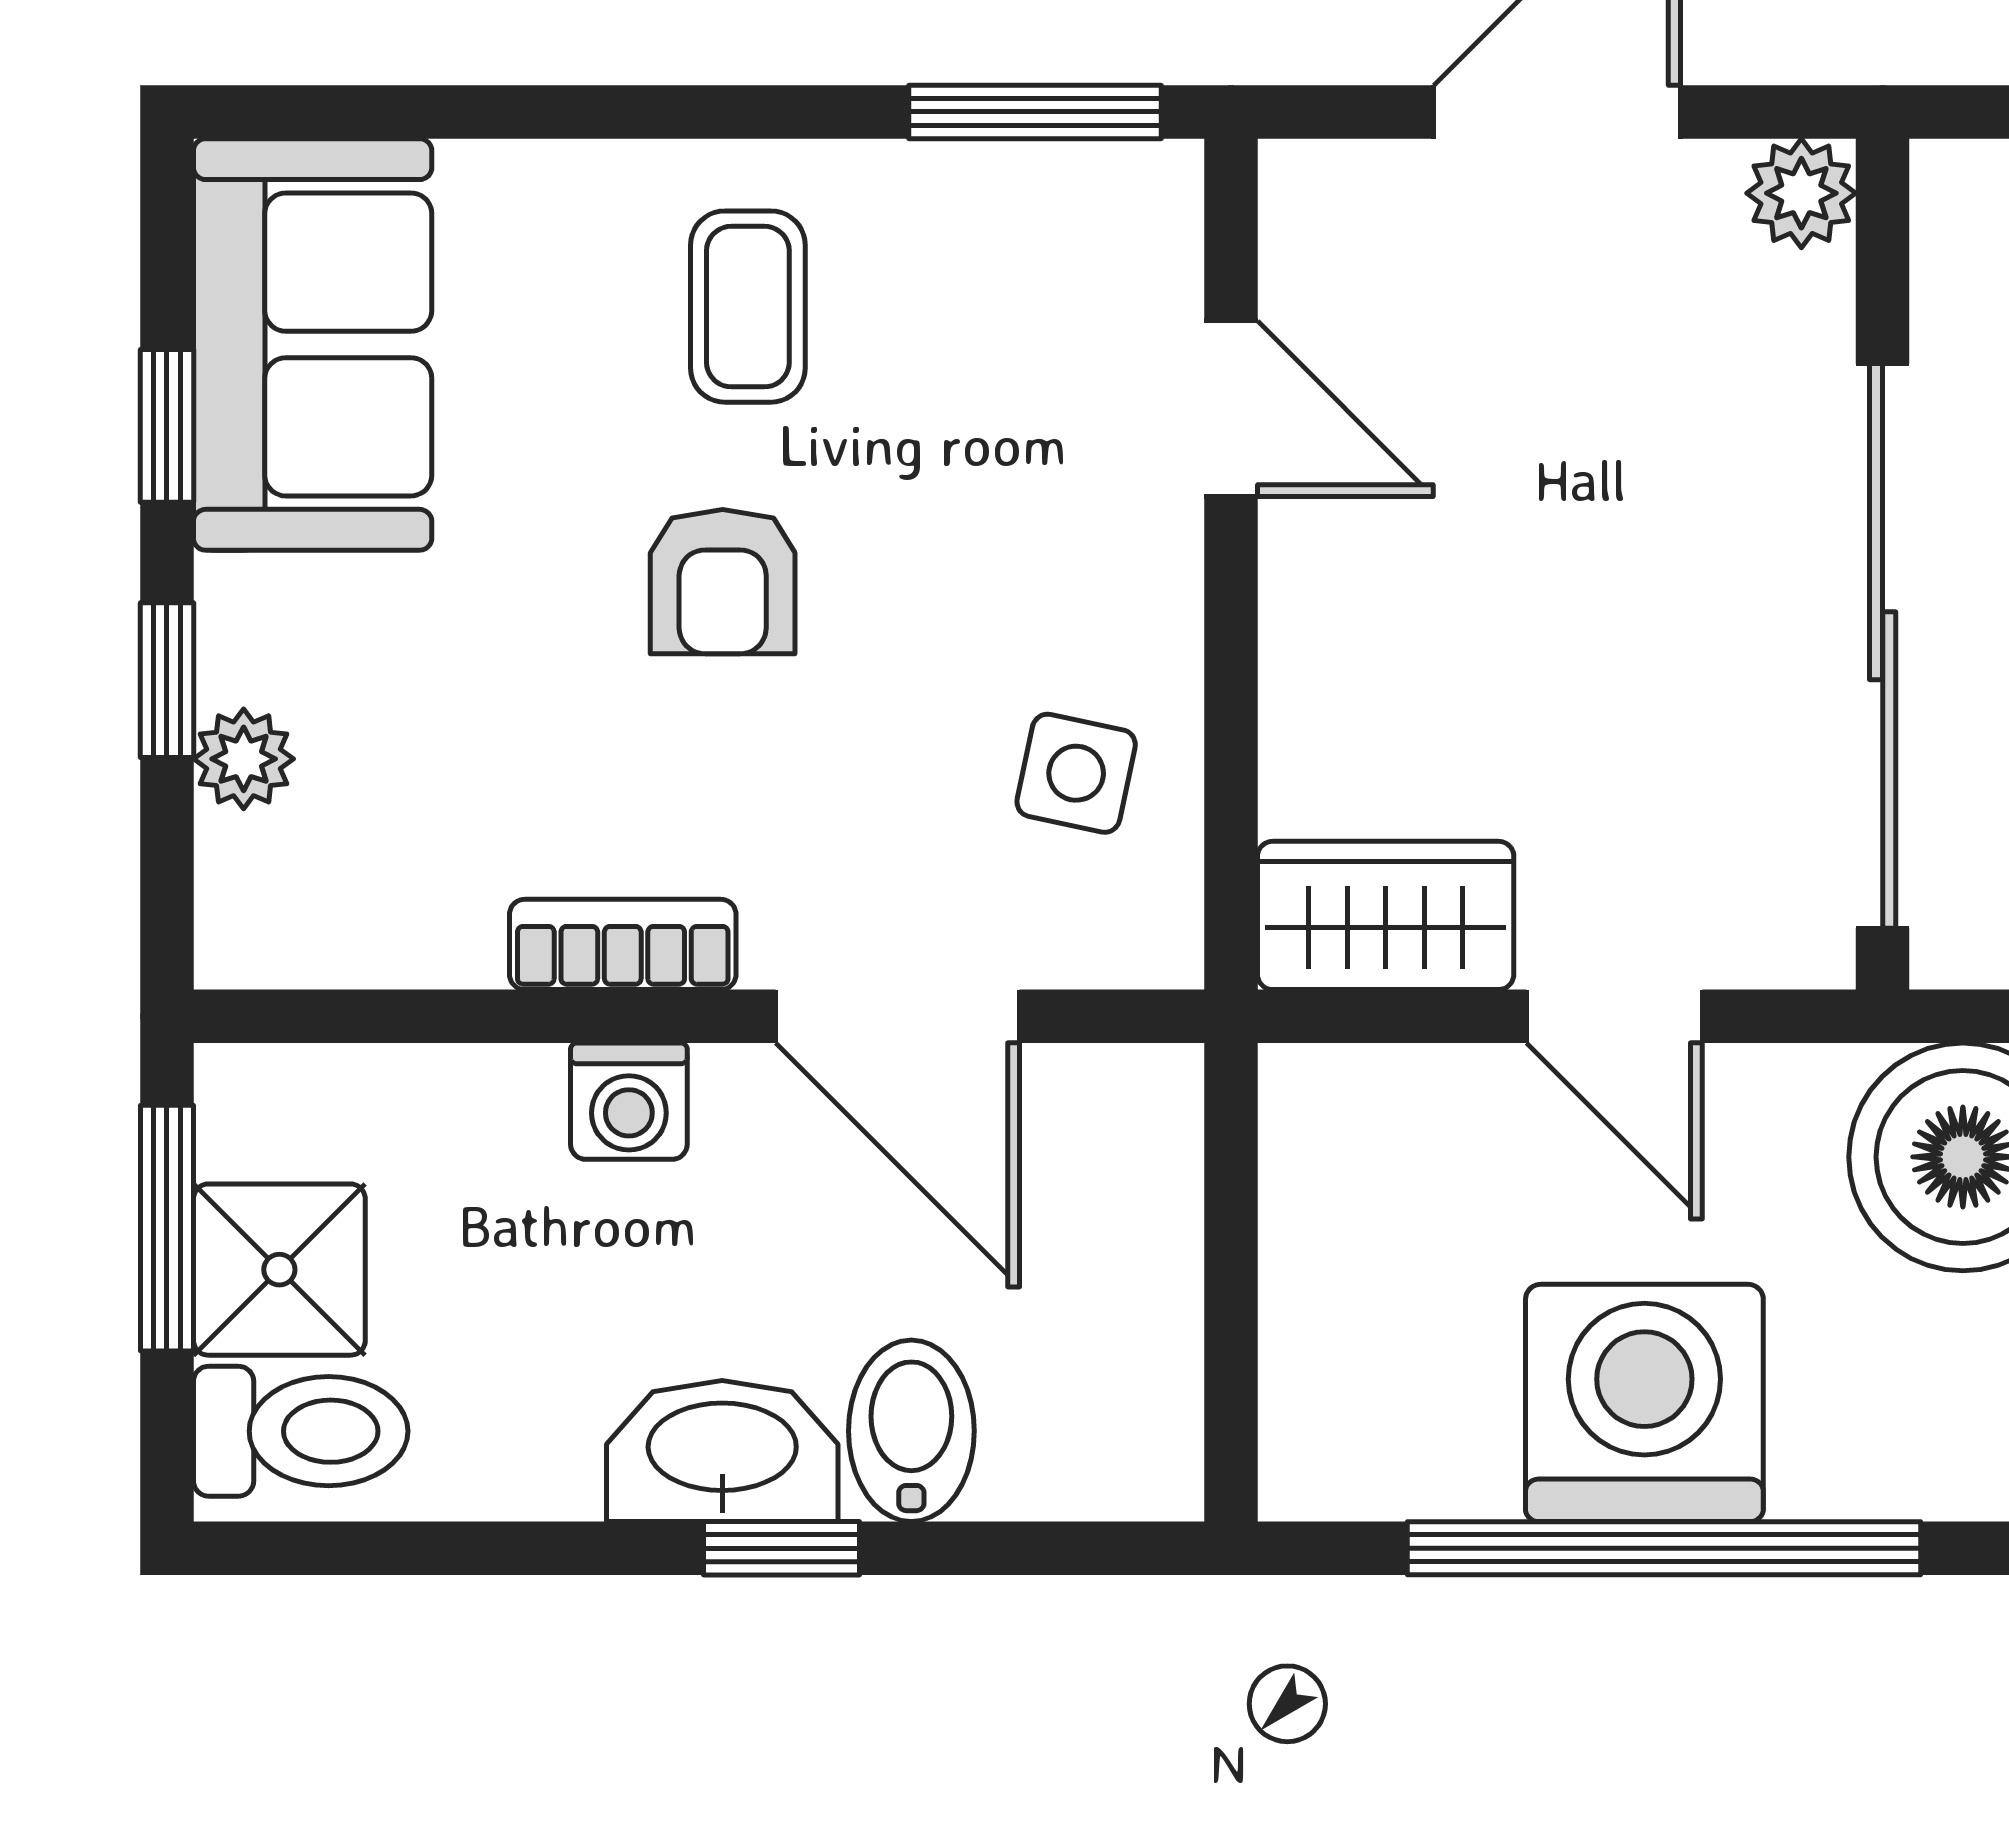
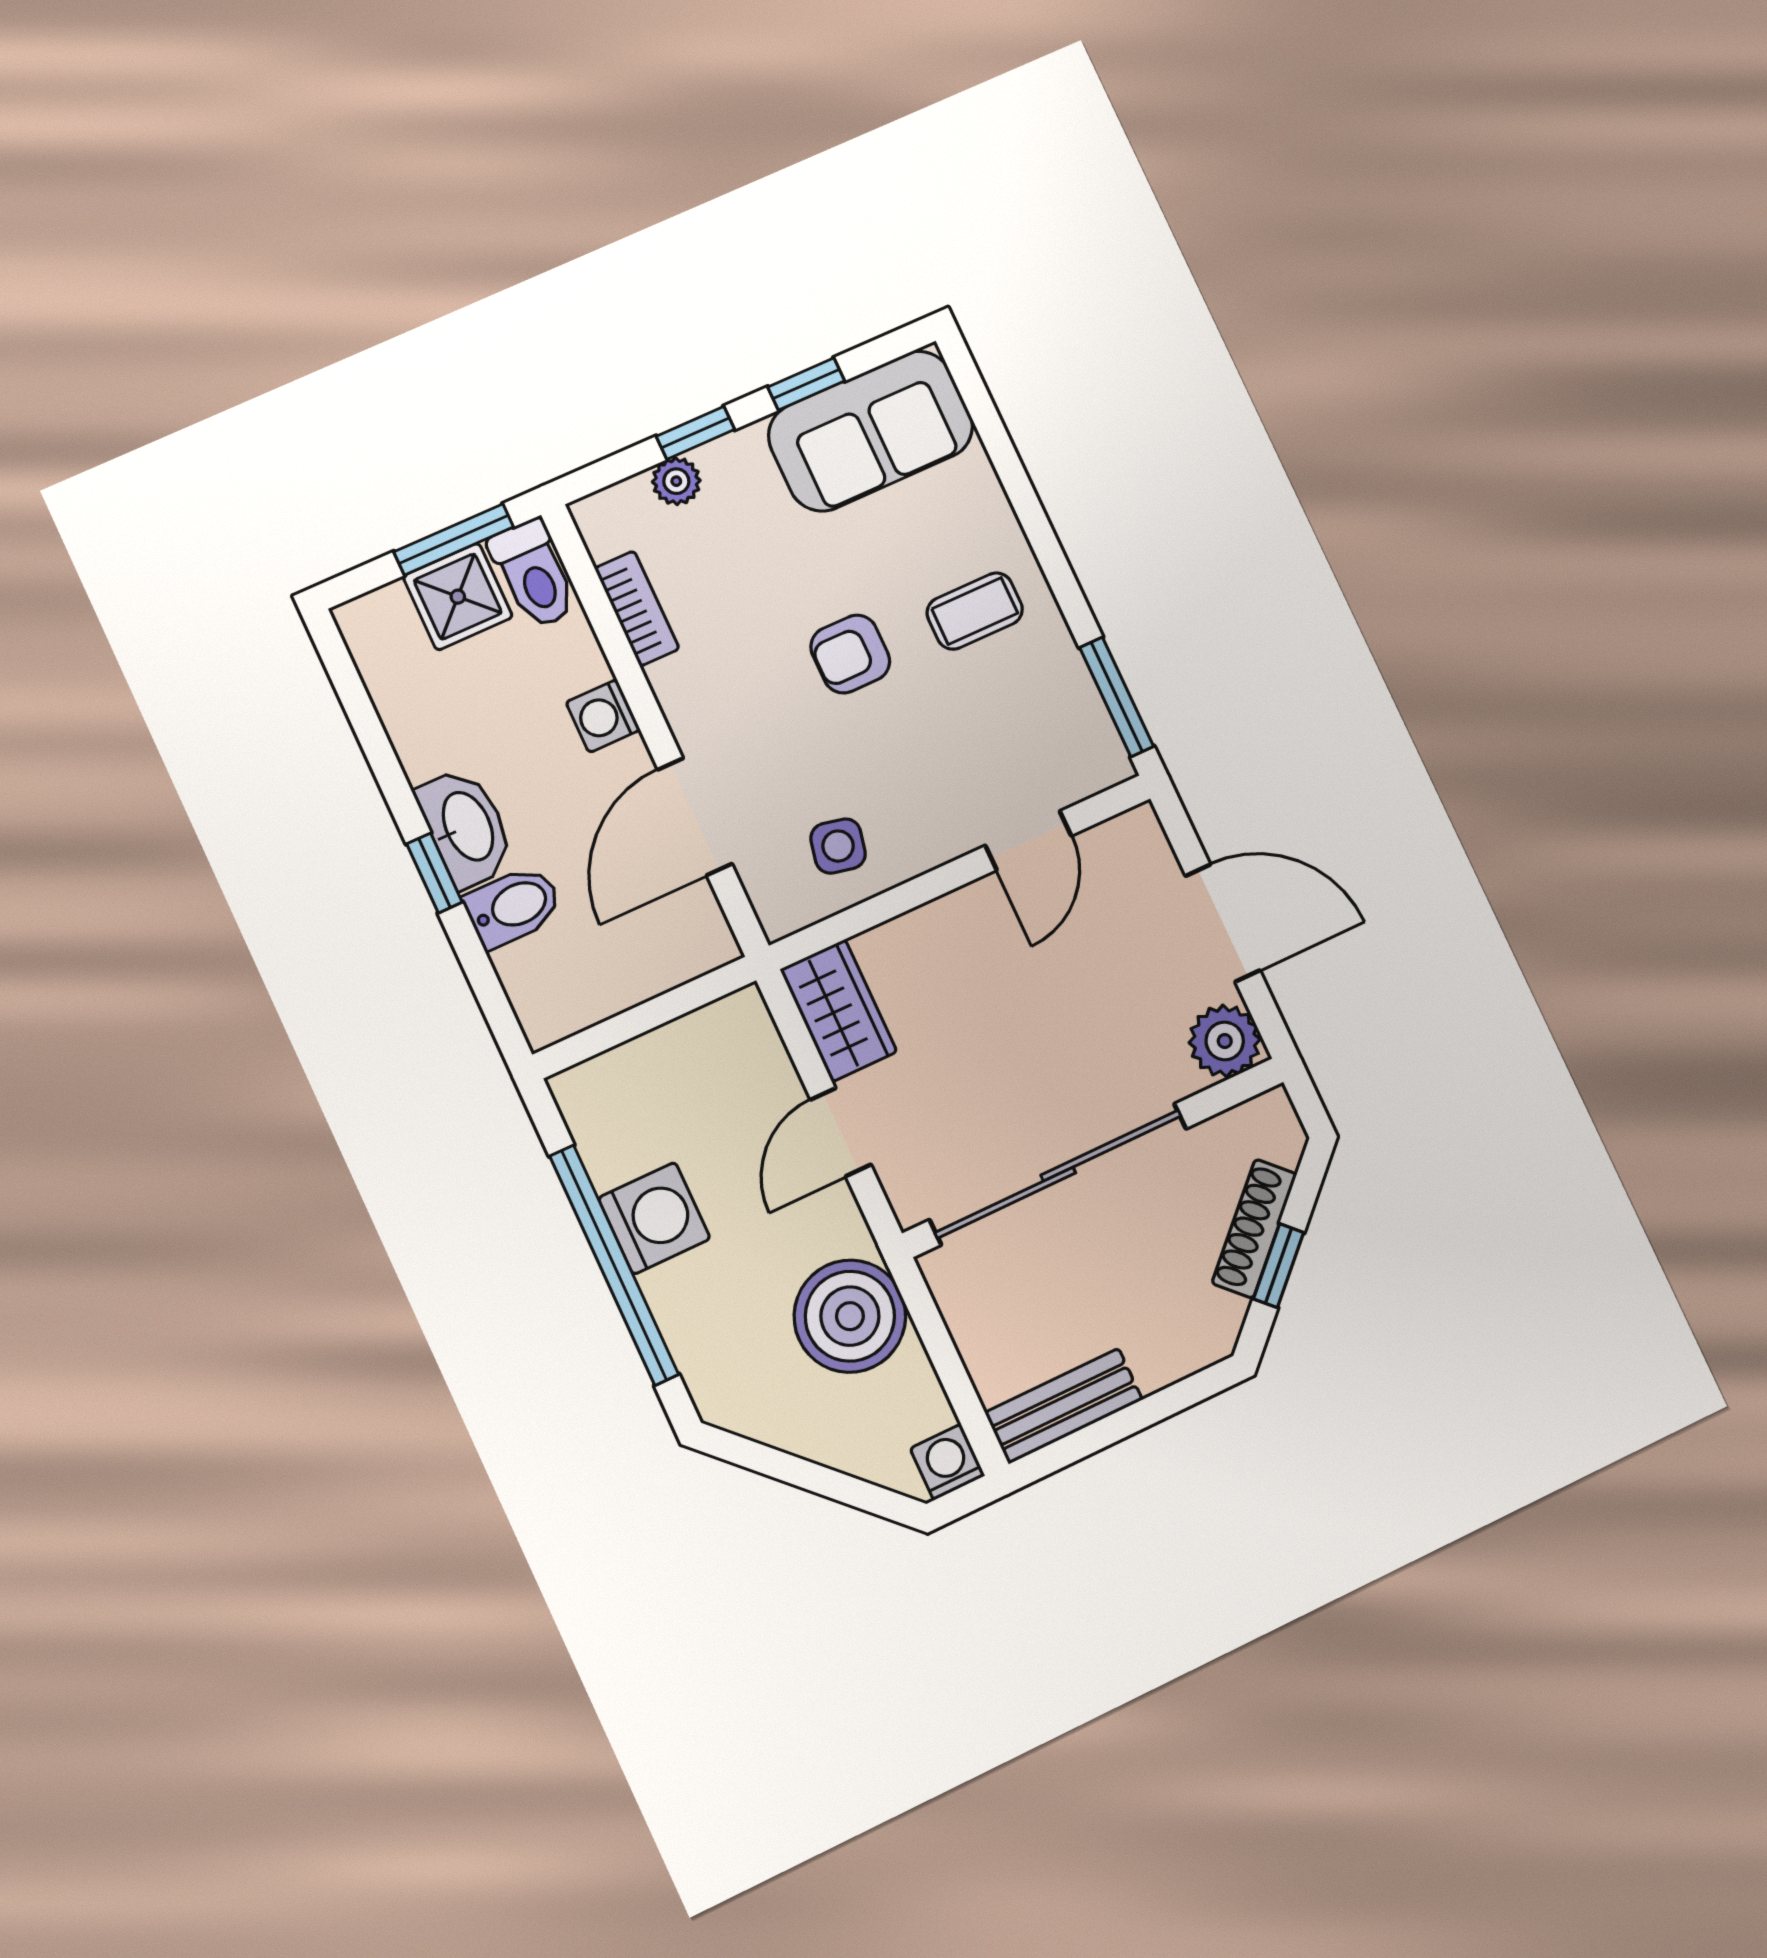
plant: (1801, 193) -> (1225, 1041), width x1.38, depth x1.38
bookcase: (623, 944) -> (637, 609), moved
washing machine: (1644, 1403) -> (654, 1218), width x0.73, depth x0.73
toilet: (301, 1431) -> (534, 574), moved

